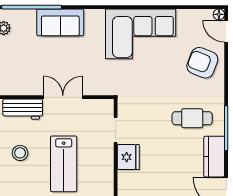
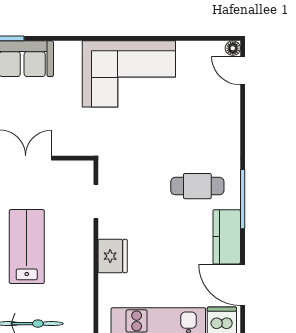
armchair: (202, 63) -> (211, 112), removed
fridge: (128, 157) -> (113, 256), moved
lab bench: (64, 164) -> (27, 247), turned 180

